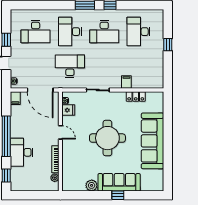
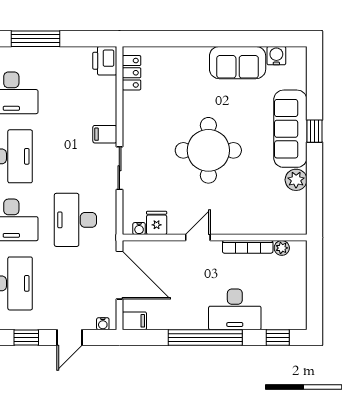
window: (168, 45) -> (36, 39), width x2.17
filing cabinet: (126, 82) -> (105, 134), moved
printer: (156, 82) -> (105, 61), added
door: (40, 90) -> (119, 275), hinge flipped
locker: (136, 97) -> (132, 73), moved
sofa: (152, 141) -> (238, 63), width x0.54, depth x0.79
water cooler: (159, 175) -> (276, 56), added

